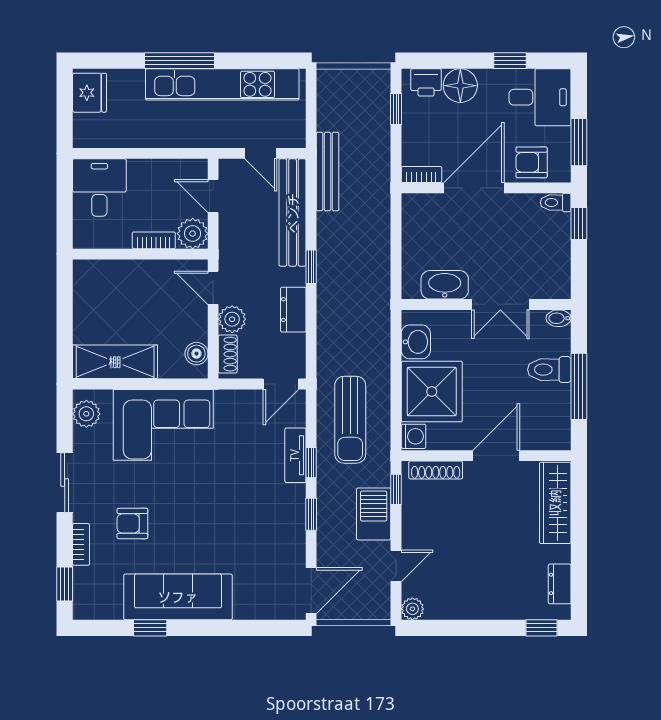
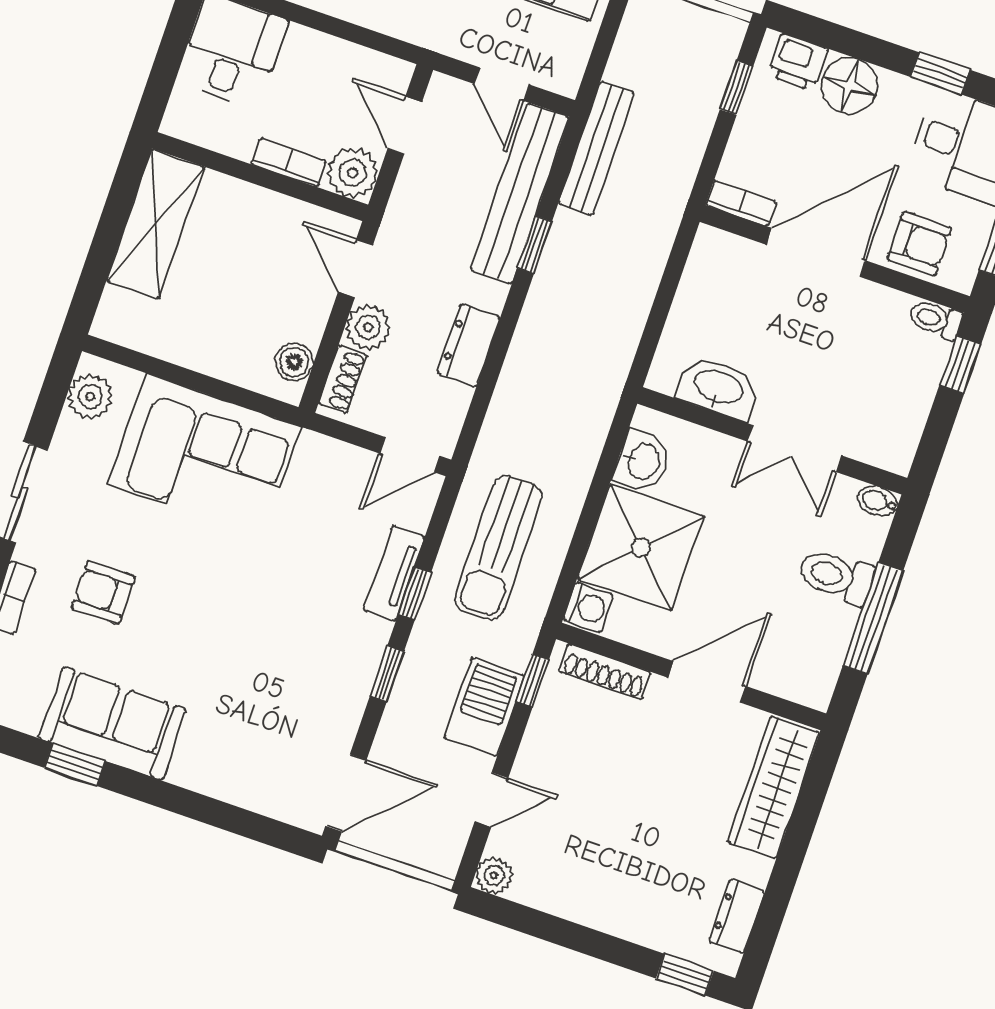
armchair: (532, 162) -> (919, 244), turned 180
window: (311, 267) -> (535, 245), moved
shelving: (115, 362) -> (155, 224), moved, turned 90
sofa: (178, 597) -> (112, 724), width x0.73

